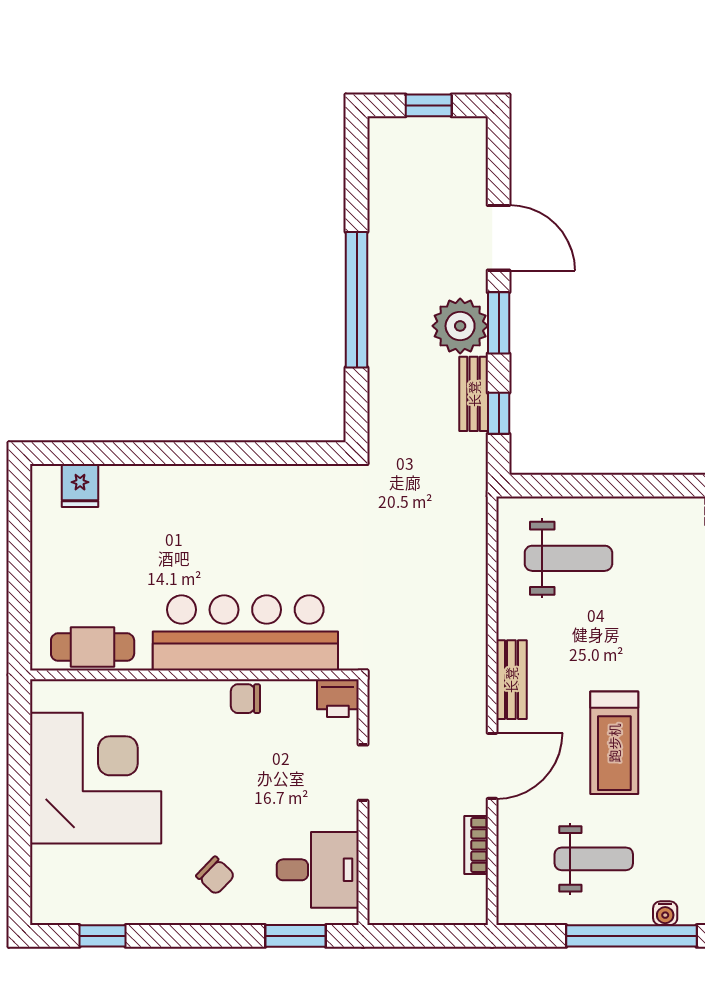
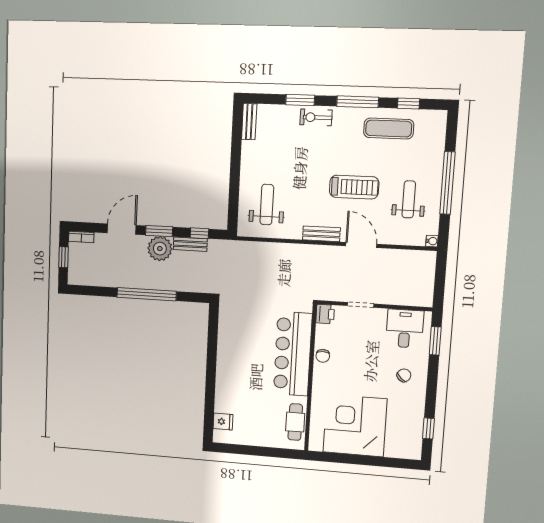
bookcase: (476, 845) -> (81, 237), moved
water cooler: (665, 913) -> (432, 241), moved

